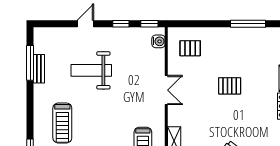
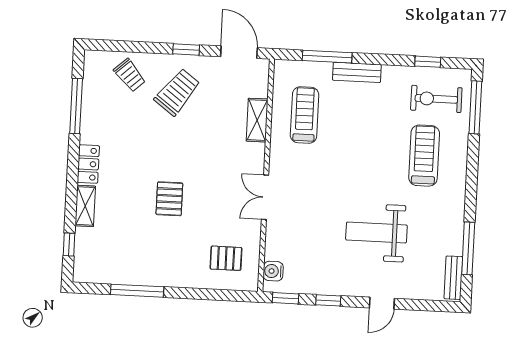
bench: (39, 69) -> (453, 278), moved
weight bench: (91, 70) -> (376, 233), turned 180
pallet: (230, 86) -> (169, 199), turned 90

